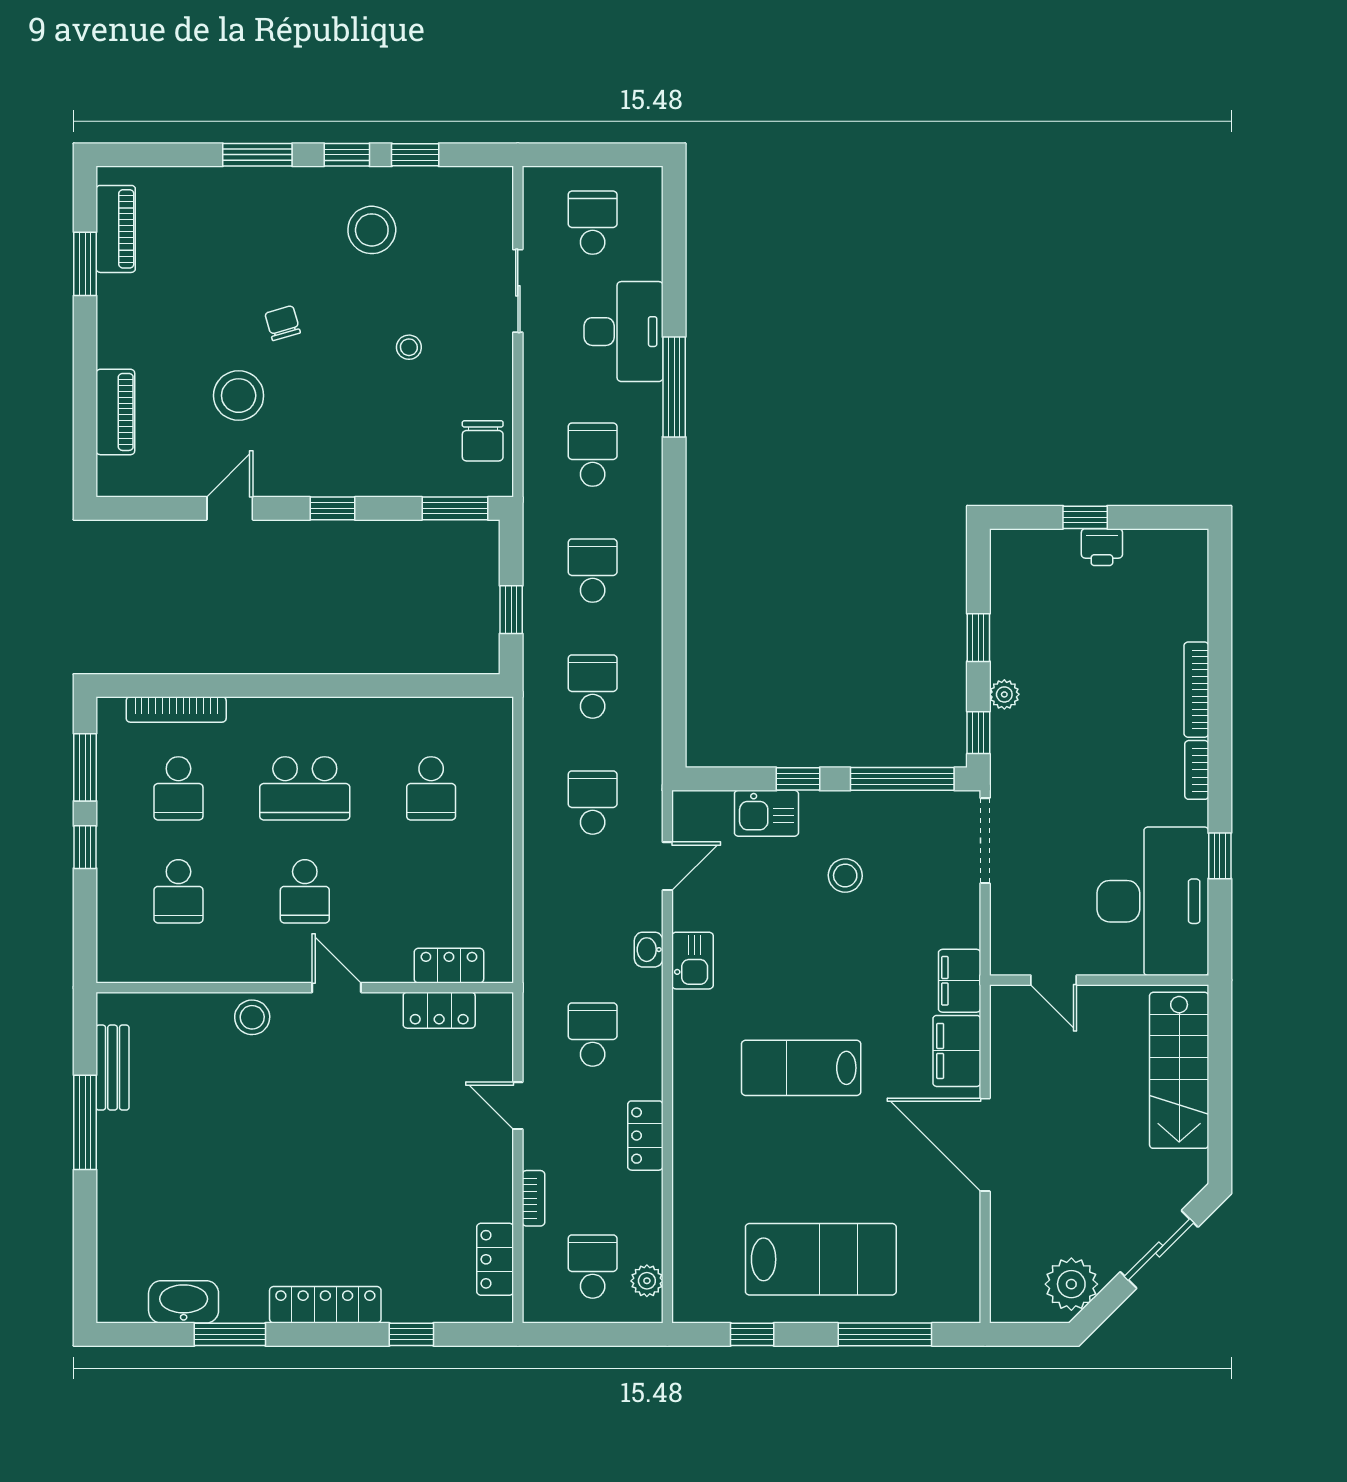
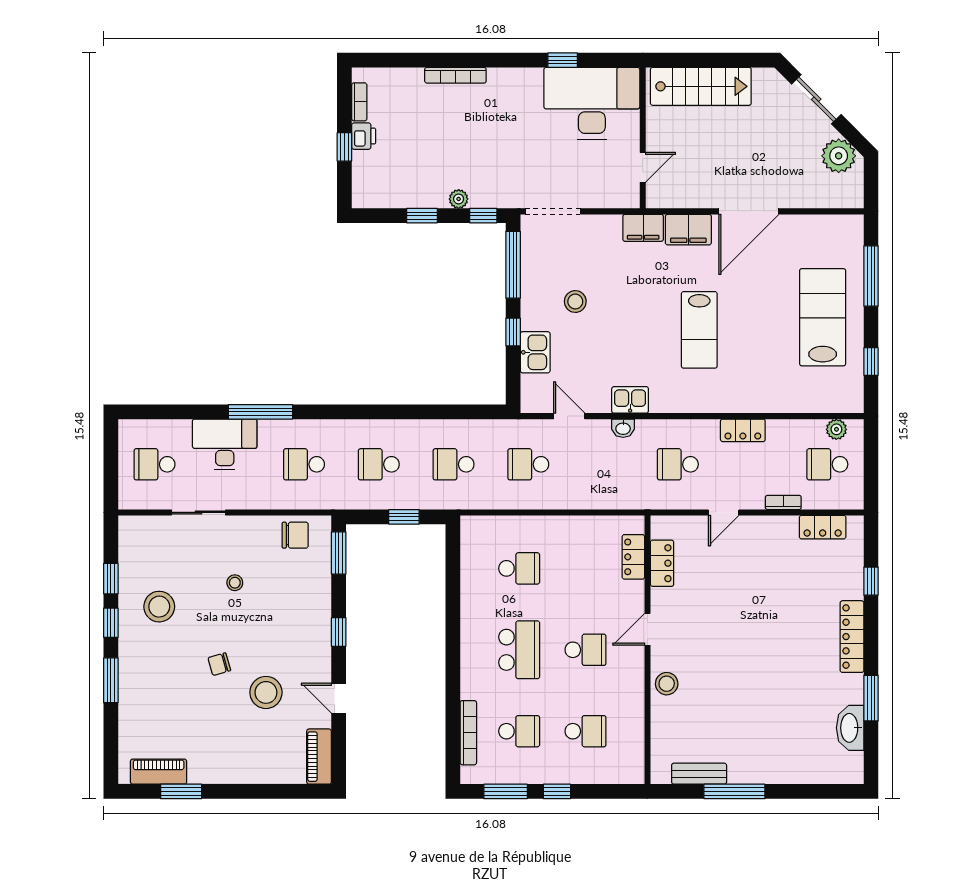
piano: (115, 412) -> (319, 757), moved, turned -90
bookcase: (1197, 770) -> (359, 102), moved, turned -90

